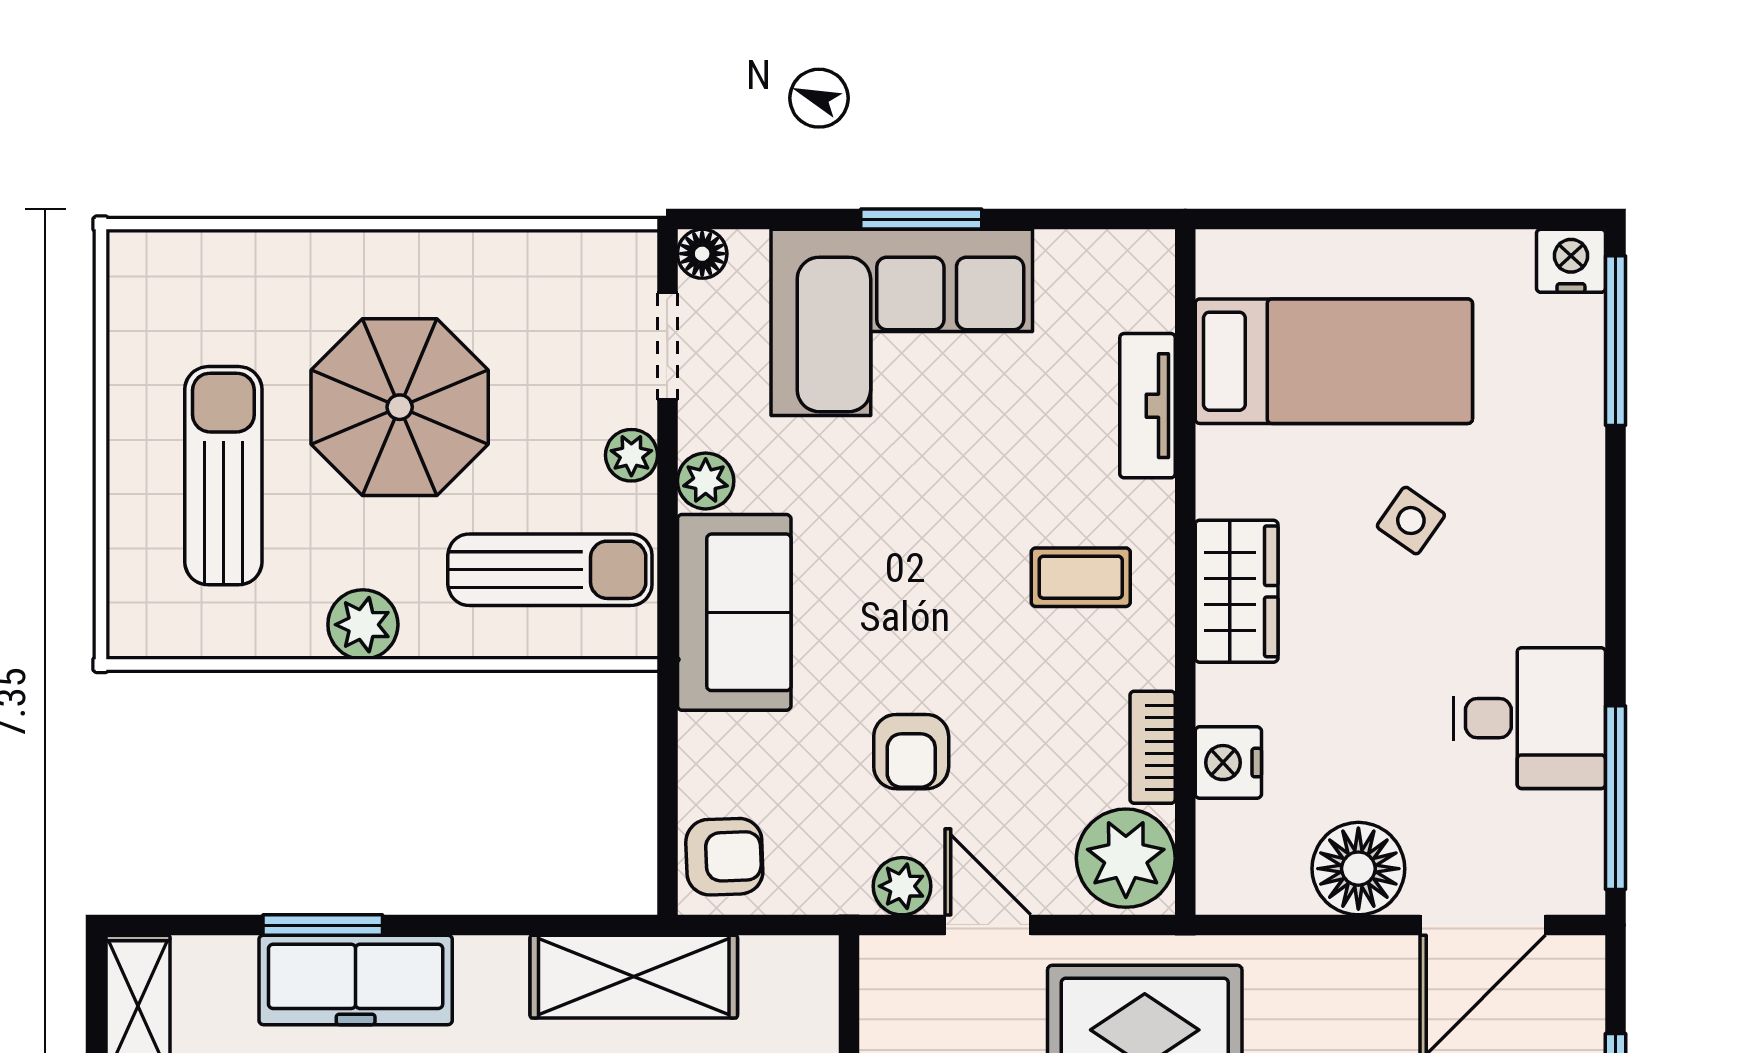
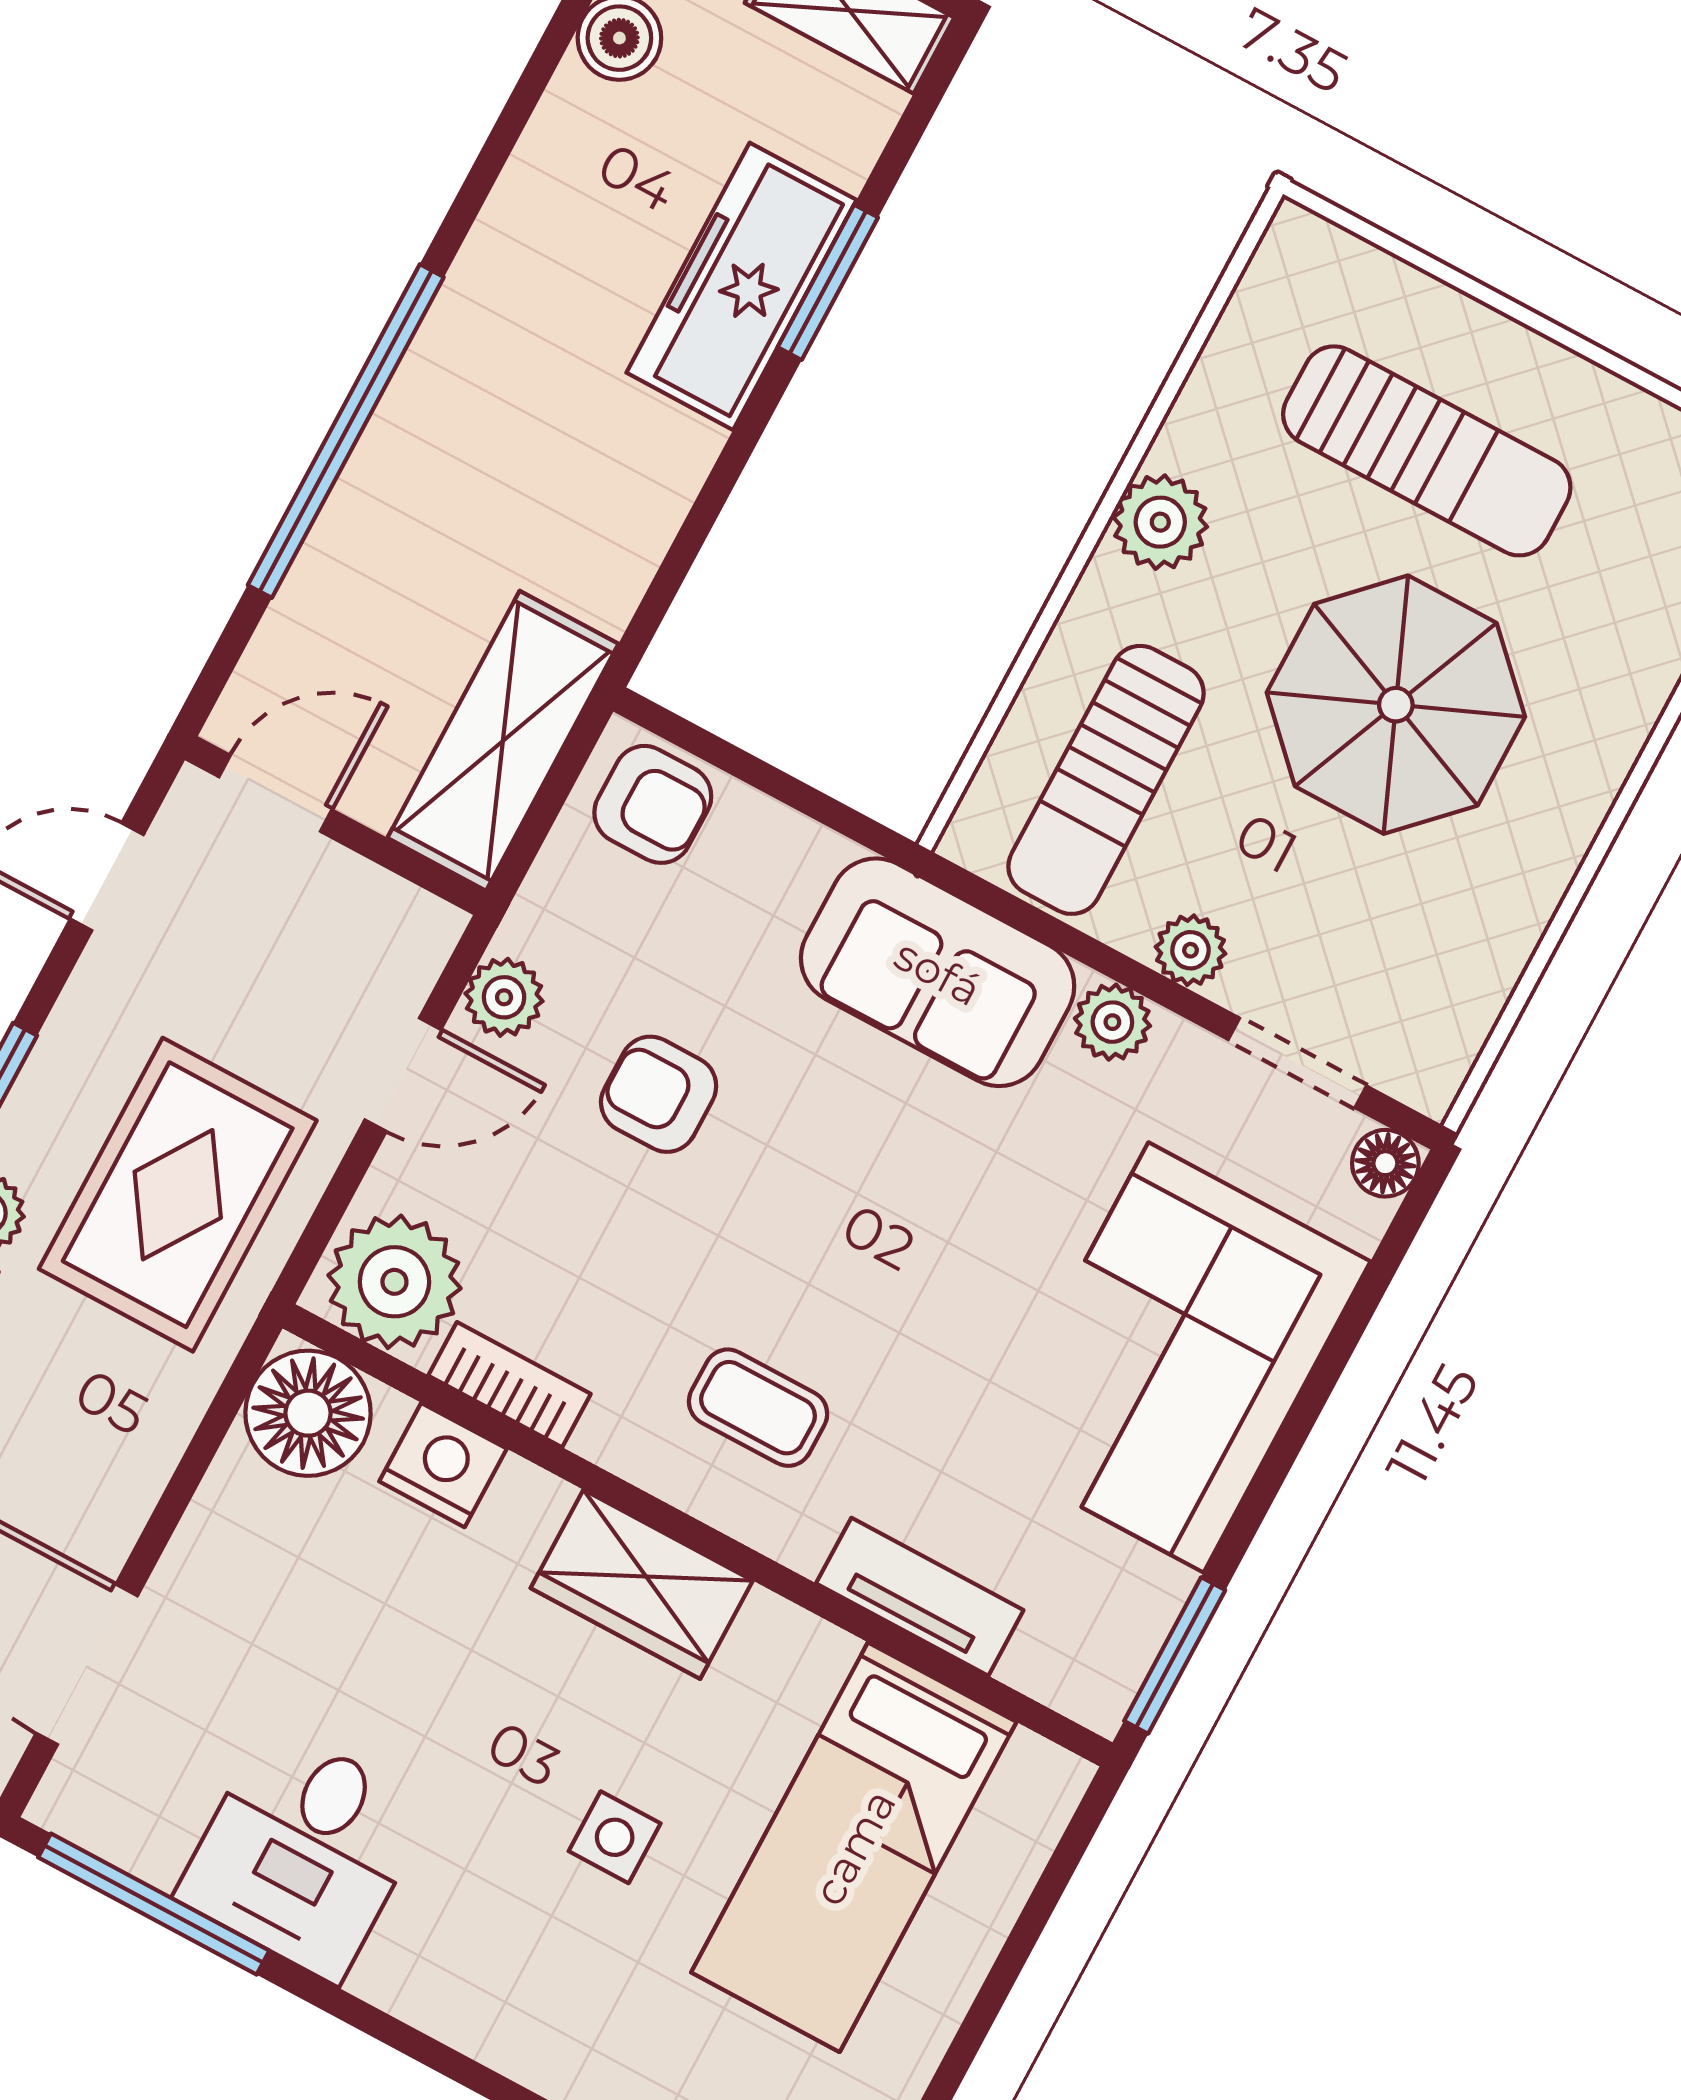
window: (921, 219) -> (1175, 1655), moved
side table: (1411, 521) -> (615, 1837), turned -35
coffee table: (1081, 577) -> (758, 1408), turned 90
armchair: (724, 857) -> (653, 804), turned -88
floor lamp: (1358, 869) -> (308, 1413), moved
shelving: (634, 977) -> (503, 741), moved

